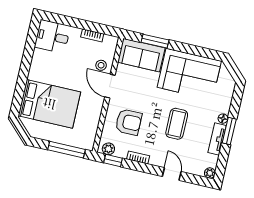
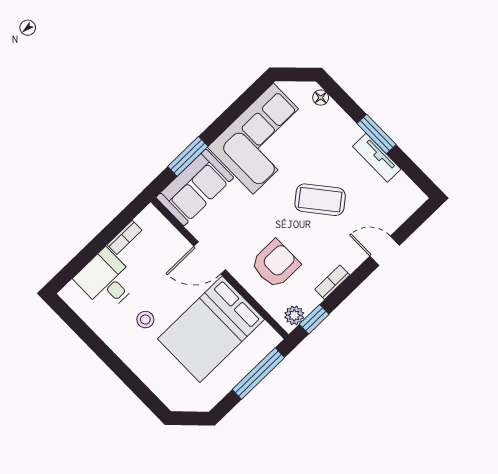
desk: (52, 37) -> (106, 280), moved, turned 90
stool: (101, 65) -> (145, 320), moved
bed: (49, 104) -> (211, 329), moved, turned 180
floor lamp: (223, 119) -> (321, 98), moved
coffee table: (177, 124) -> (320, 200), turned -39
plant: (210, 173) -> (417, 198), removed

